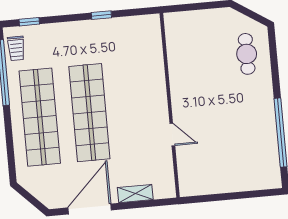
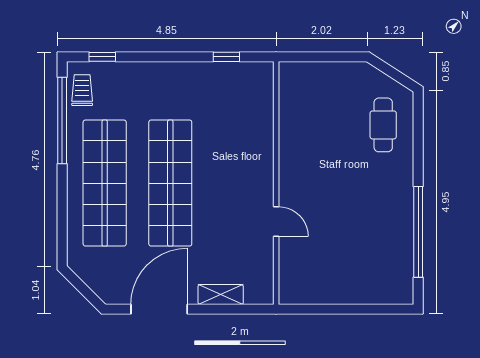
window: (101, 15) -> (226, 57), moved
trolley: (16, 48) -> (82, 90), turned 180

